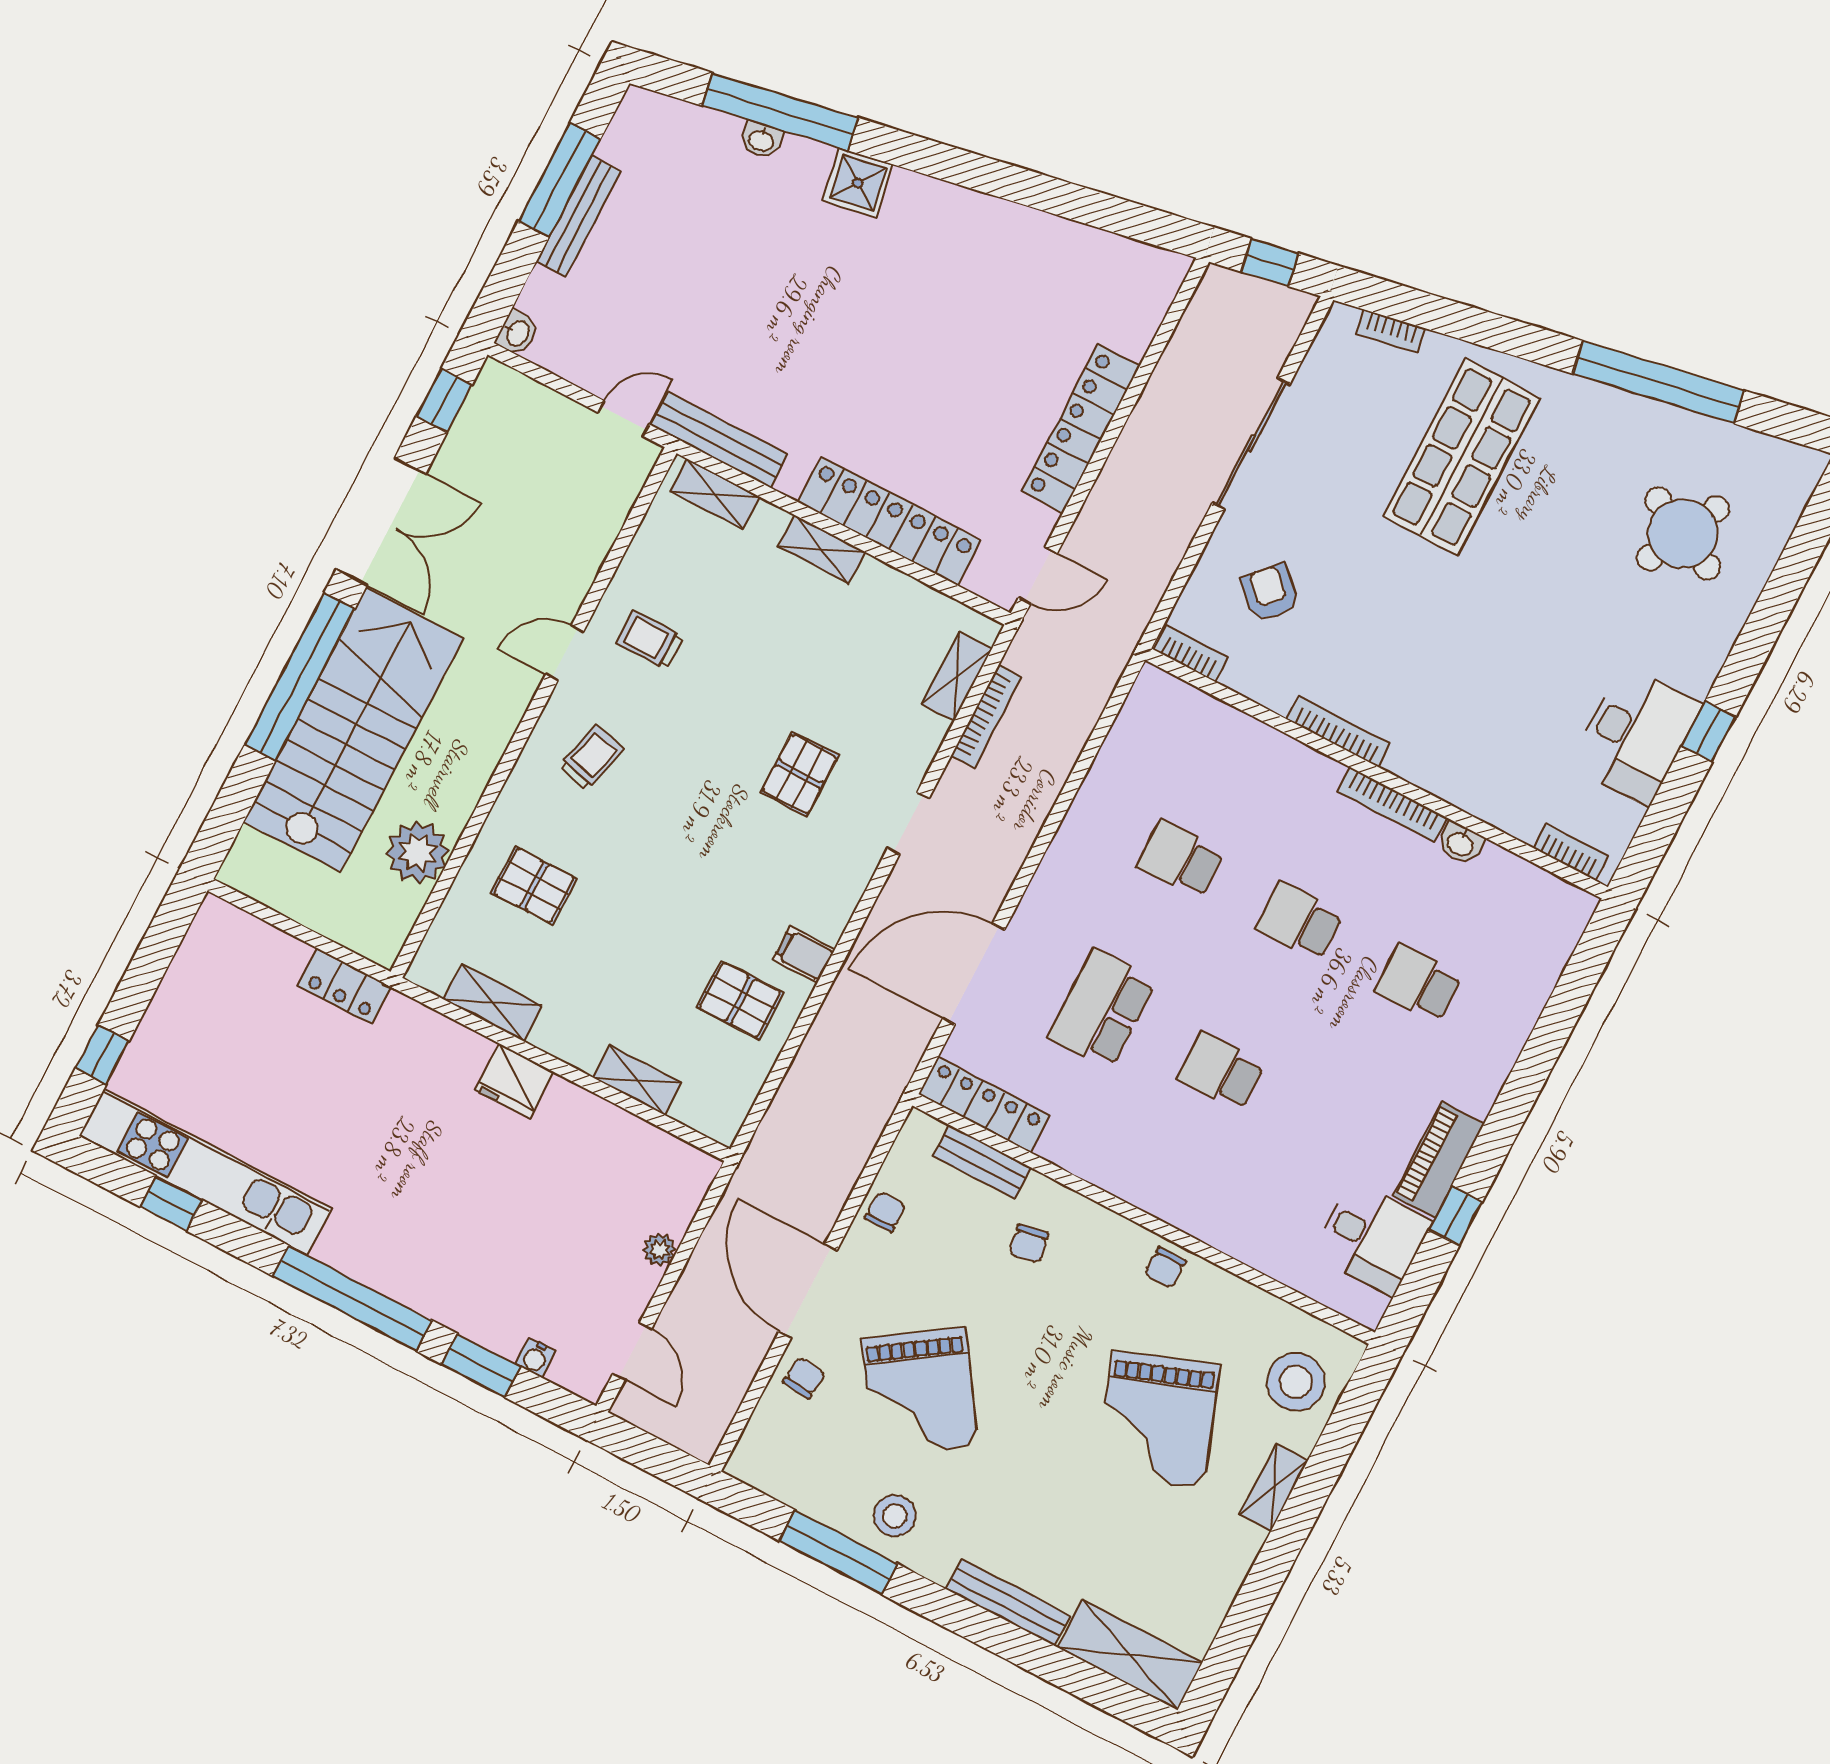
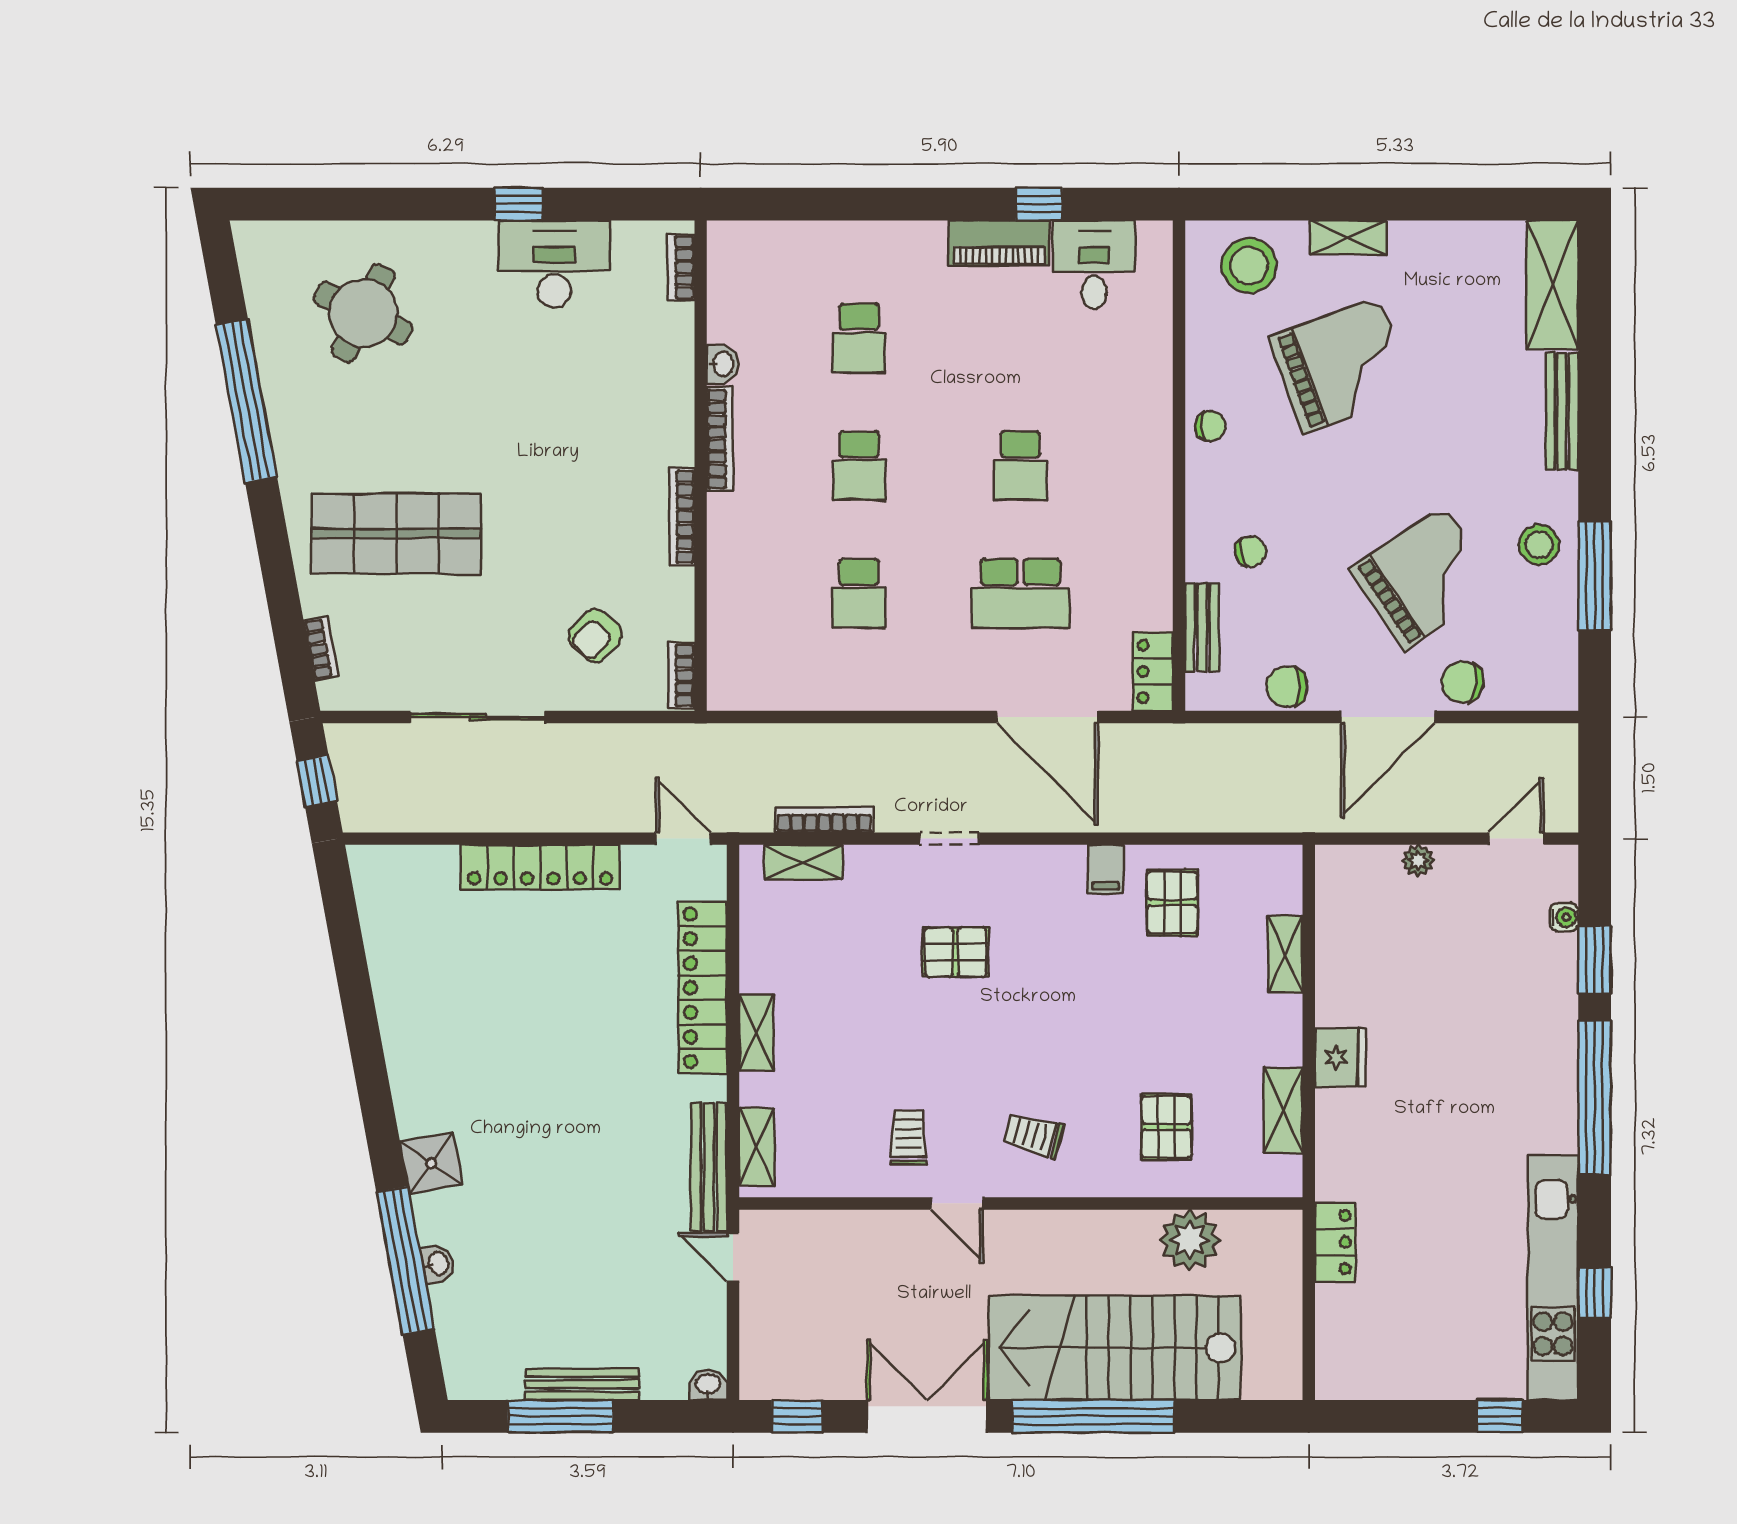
trolley: (650, 640) -> (908, 1138), turned 180
locker: (984, 1105) -> (1153, 671), width x0.66
chair: (885, 1212) -> (1287, 687), width x1.37, depth x1.37
chair: (804, 1378) -> (1463, 682), width x1.37, depth x1.37

